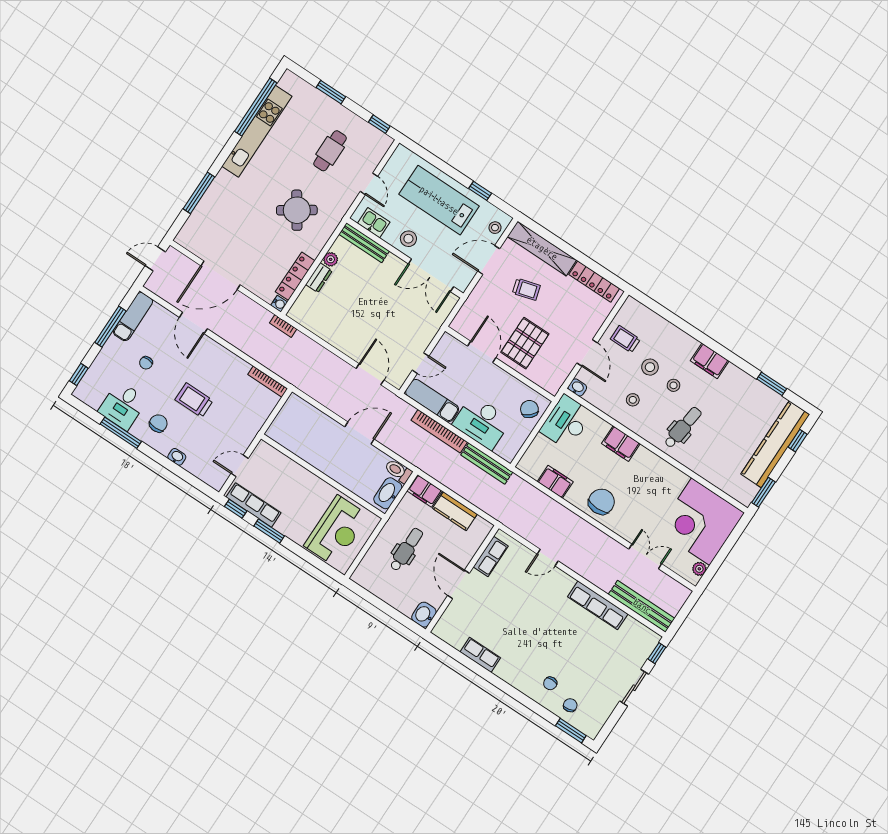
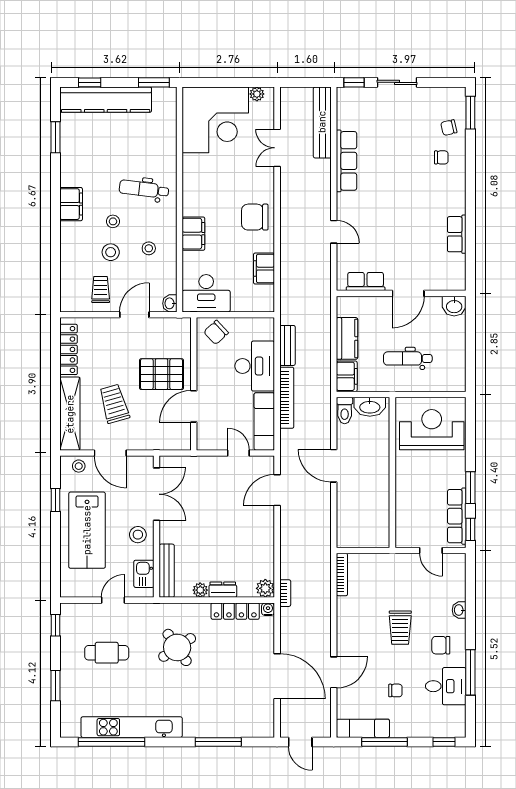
trolley: (526, 289) -> (114, 404), width x1.36, depth x1.39
plant: (297, 313) -> (265, 588), added
trolley: (625, 339) -> (101, 290), turned 180
bench: (487, 463) -> (287, 345), width x0.73

